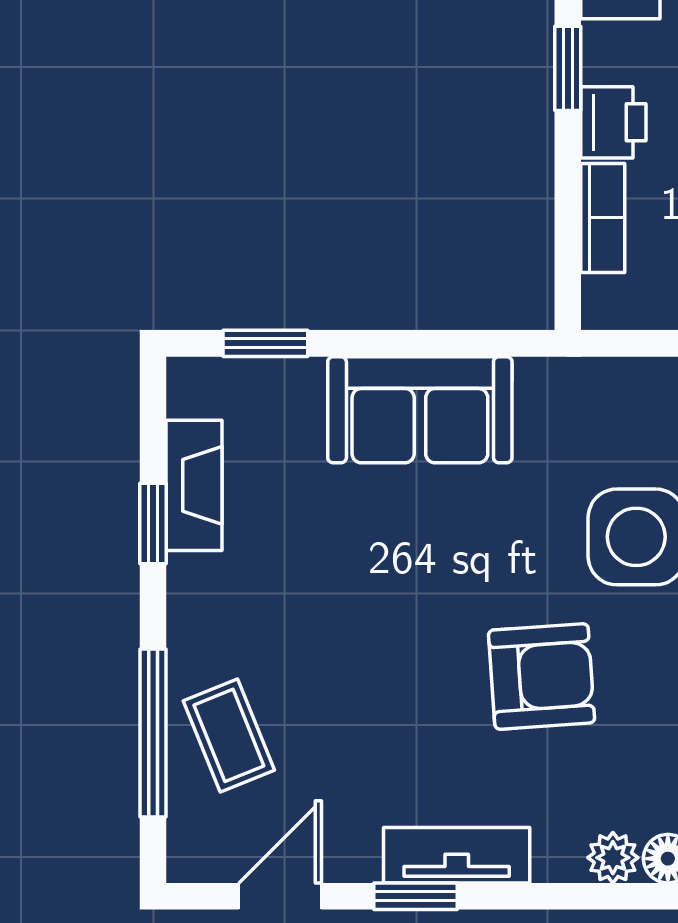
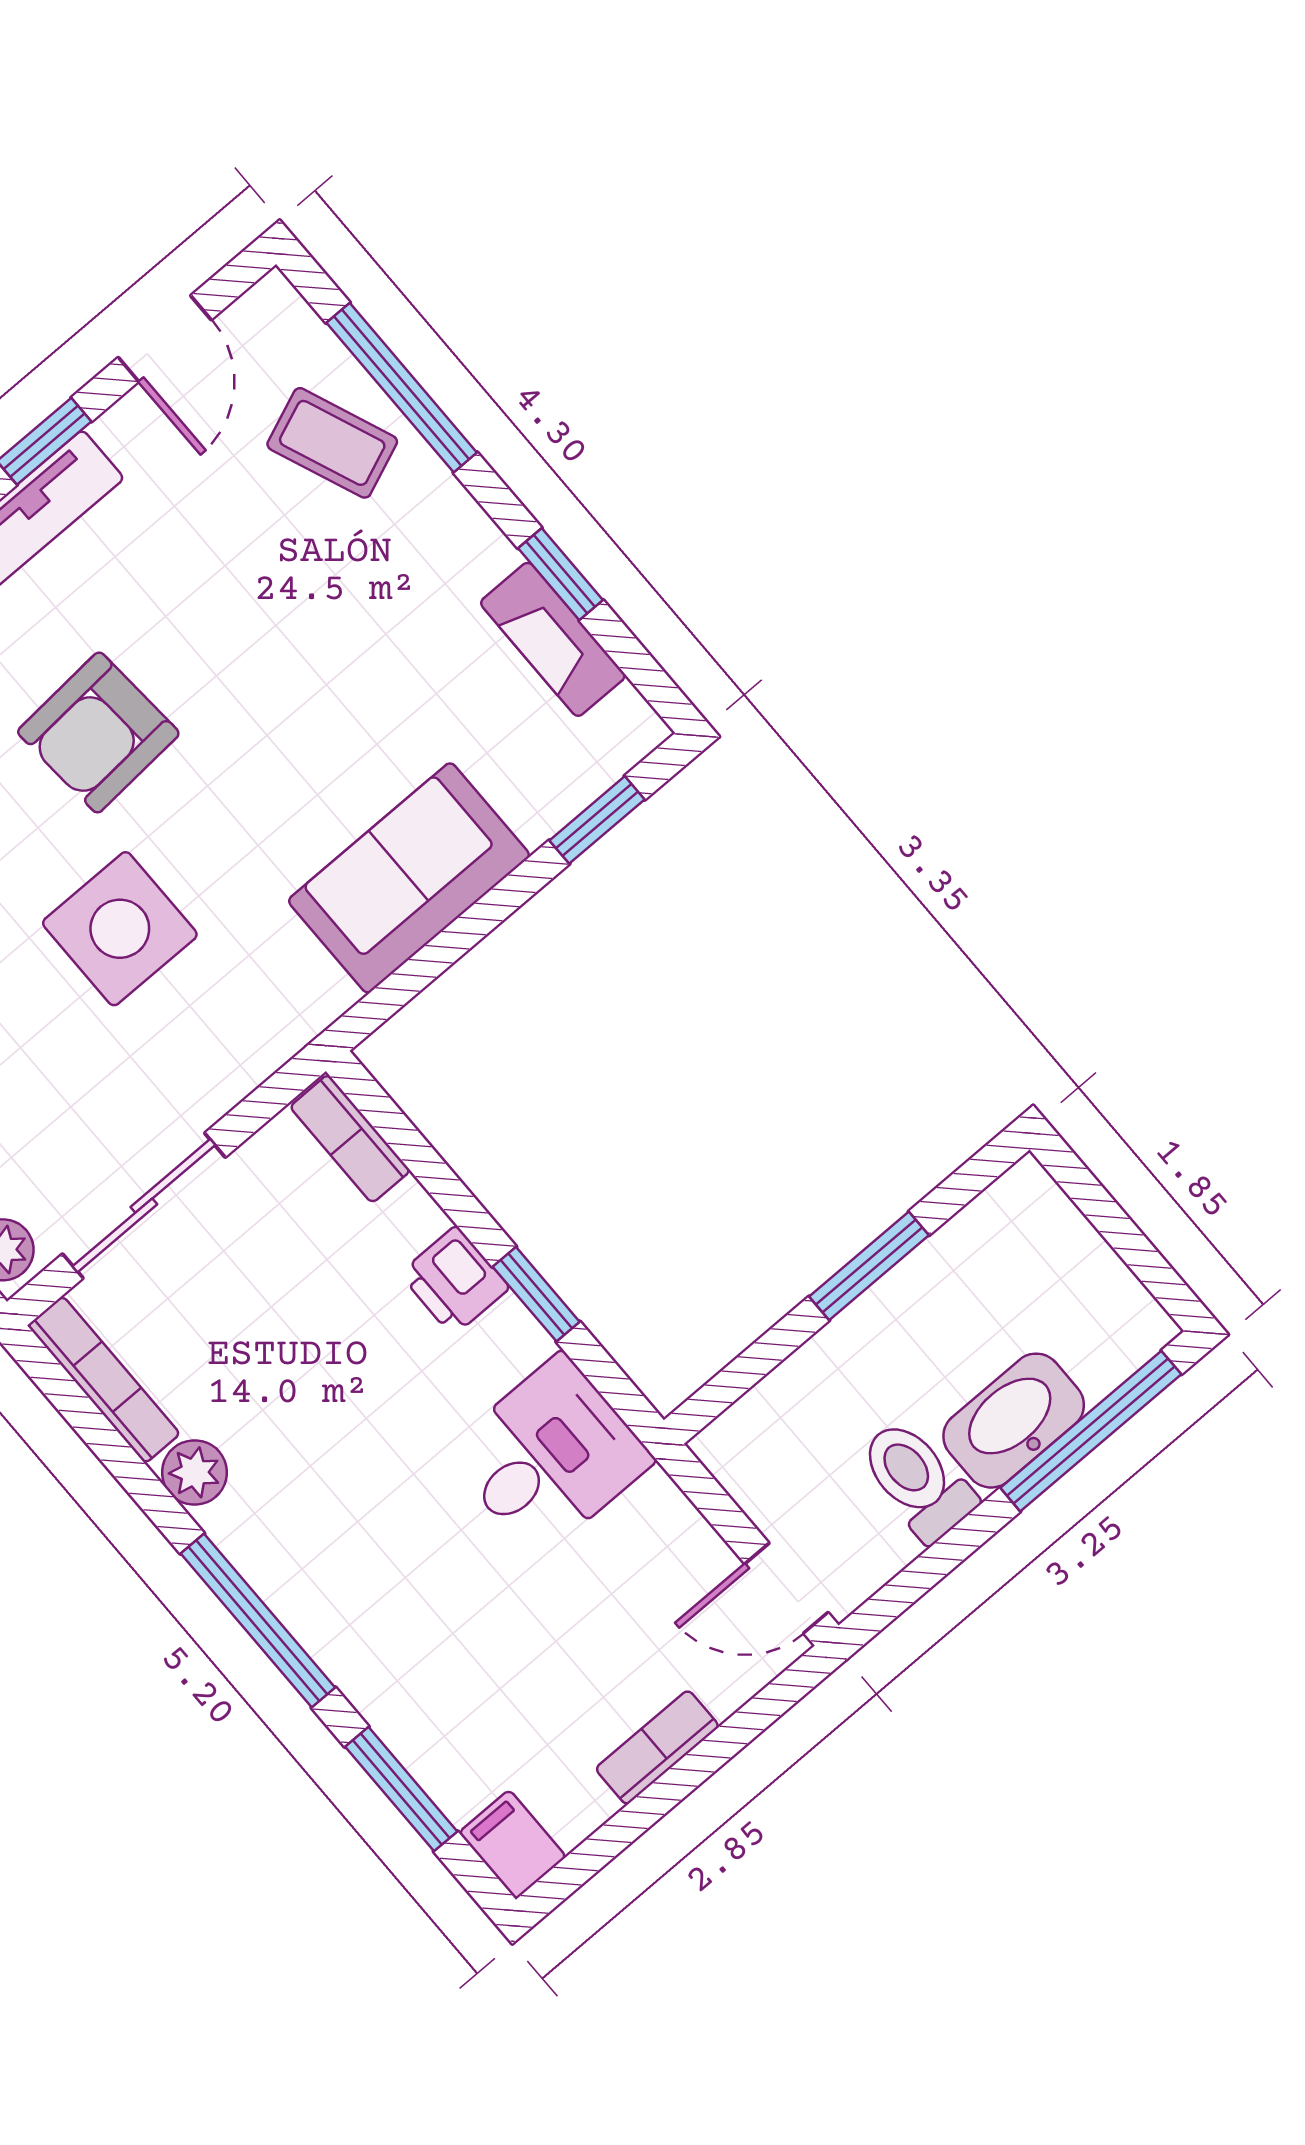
bookcase: (603, 218) -> (350, 1139), moved

